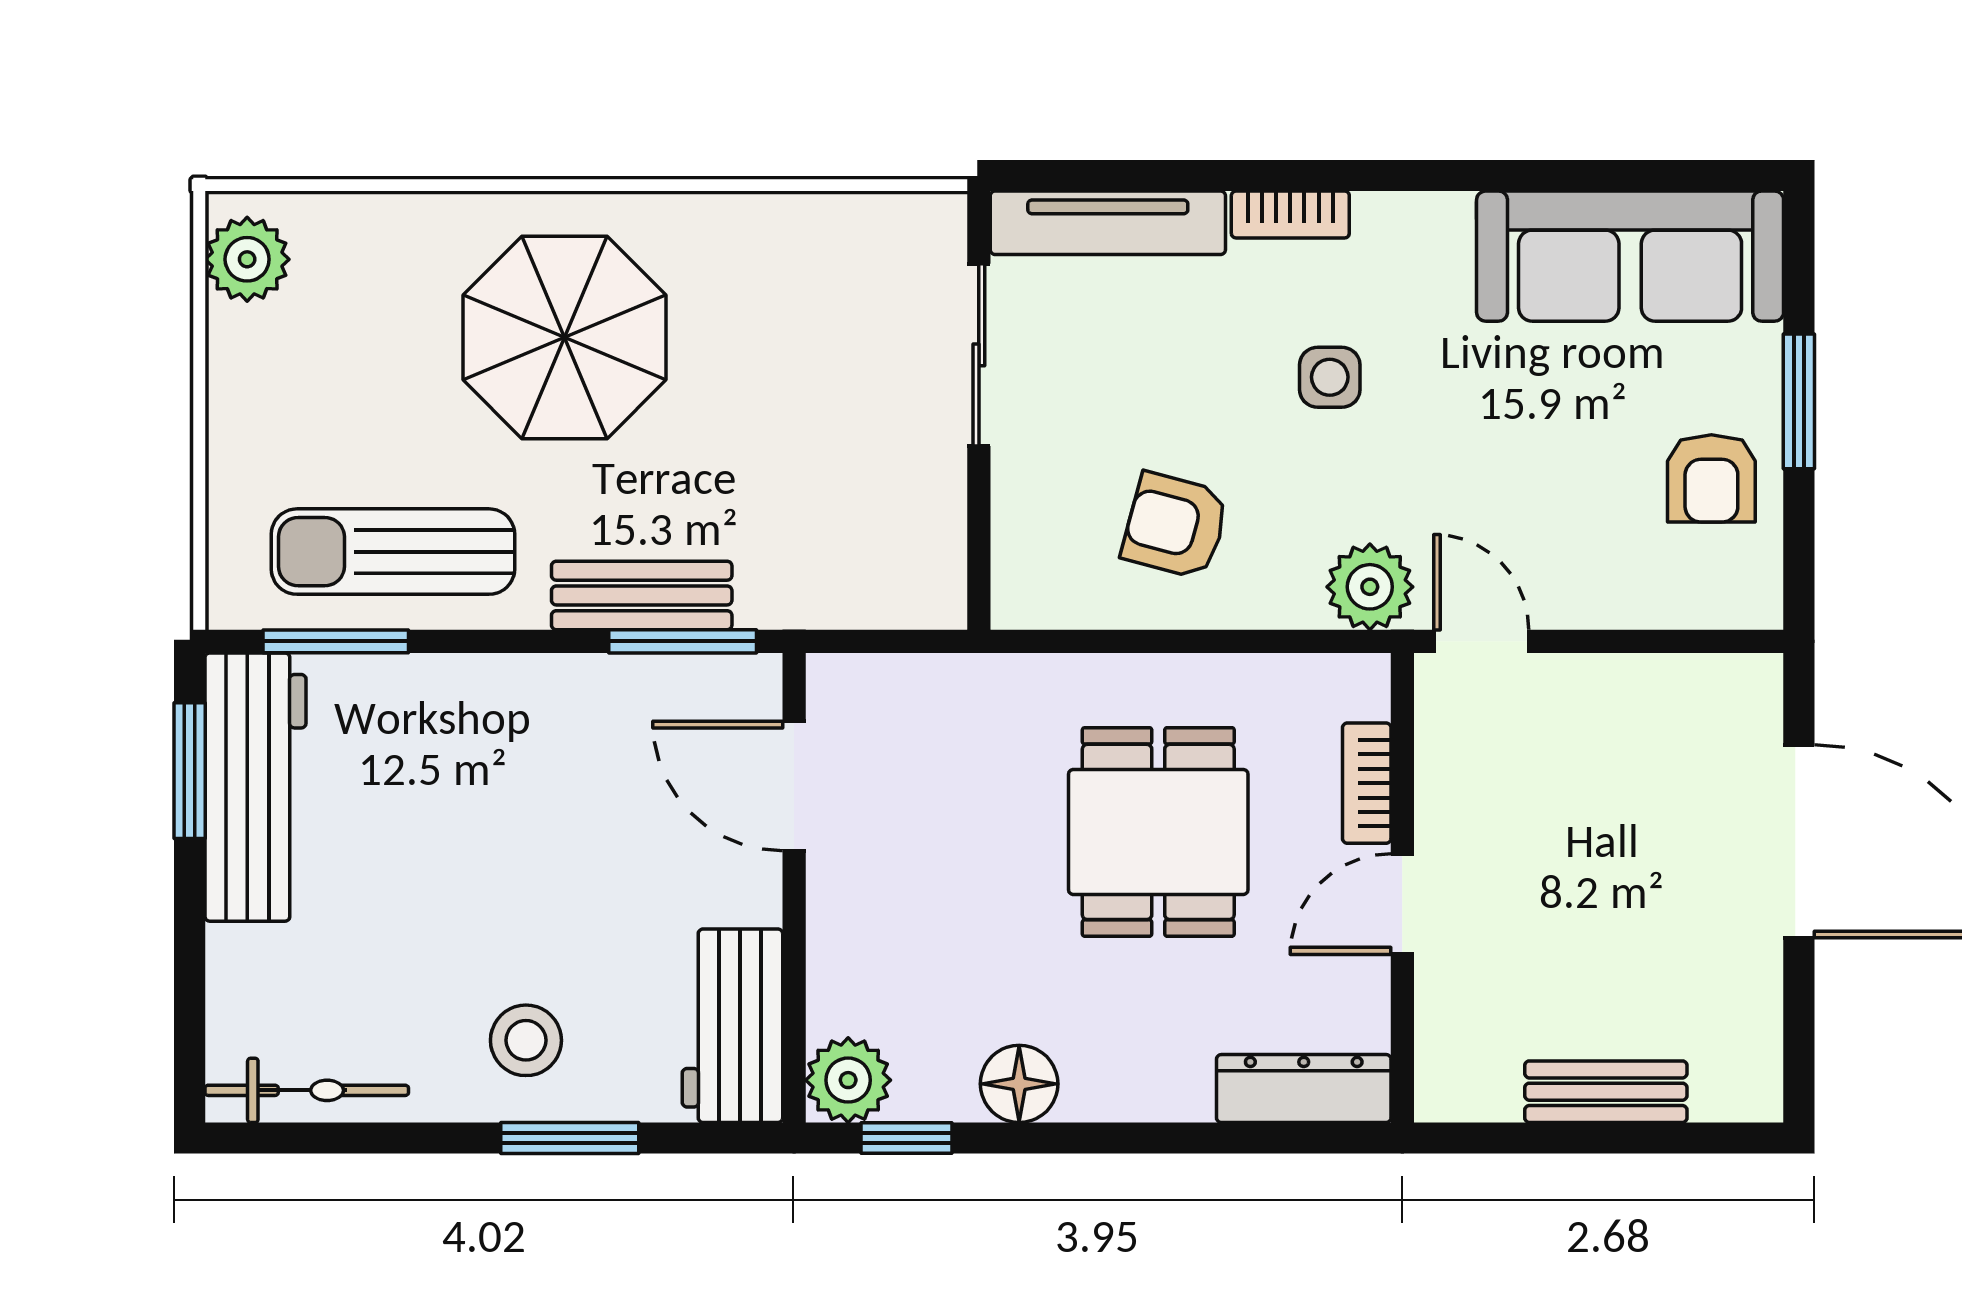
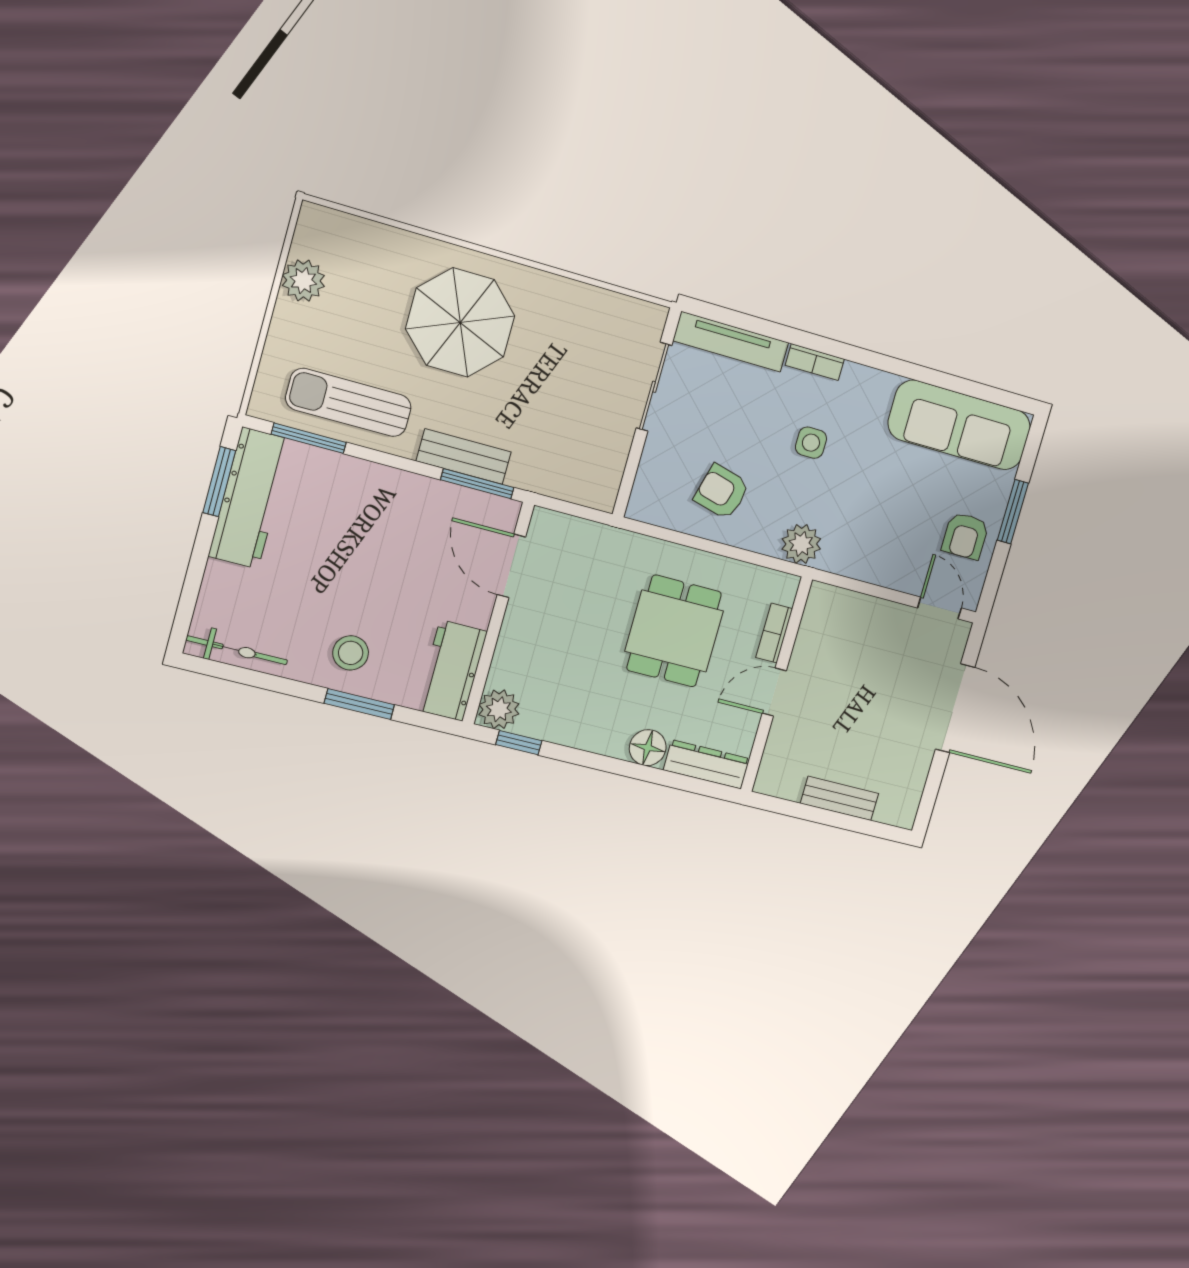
plant: (247, 259) -> (303, 281), moved
door: (1481, 641) -> (940, 608), moved
floor lamp: (1019, 1084) -> (648, 748), moved

